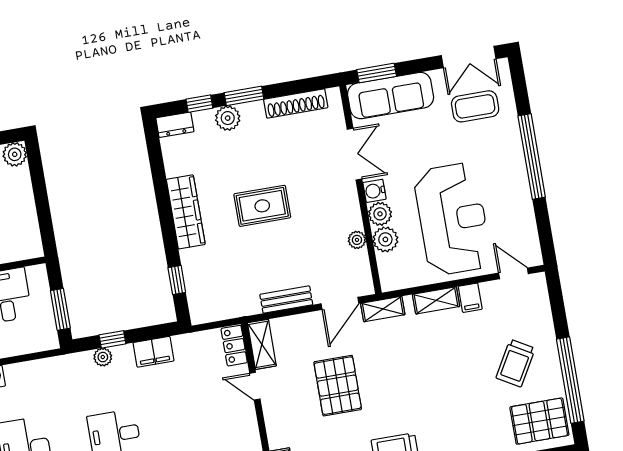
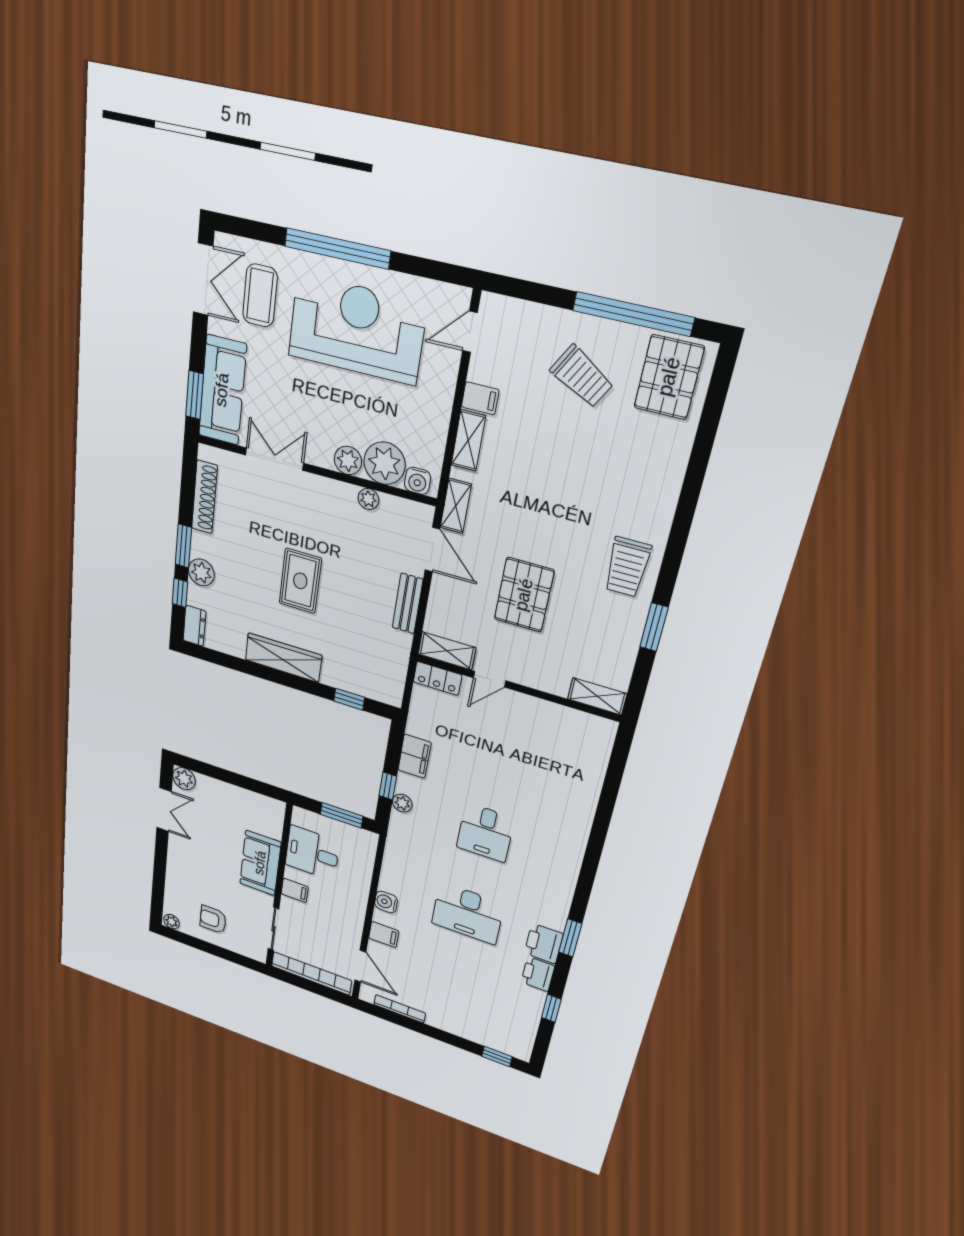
water cooler: (375, 191) -> (418, 481), moved
reception desk: (453, 219) -> (357, 329), moved
plant: (385, 239) -> (384, 463), width x1.36, depth x1.36
pallet: (338, 386) -> (524, 595), turned 90

